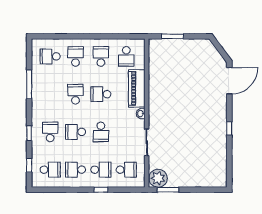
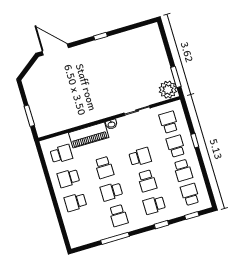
school desk: (50, 56) -> (118, 216), moved

